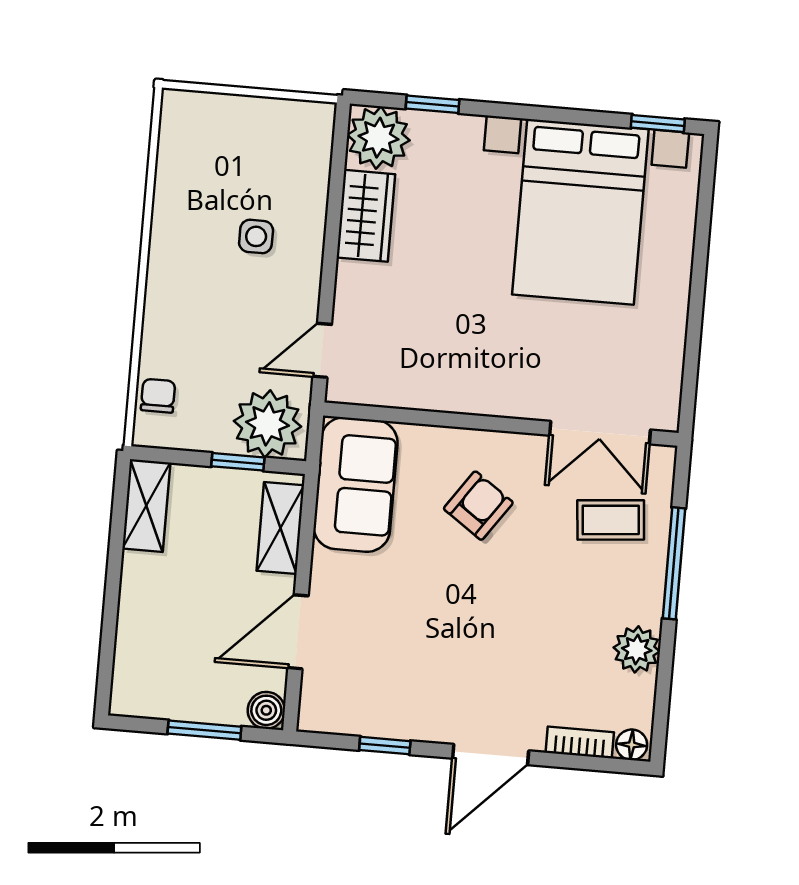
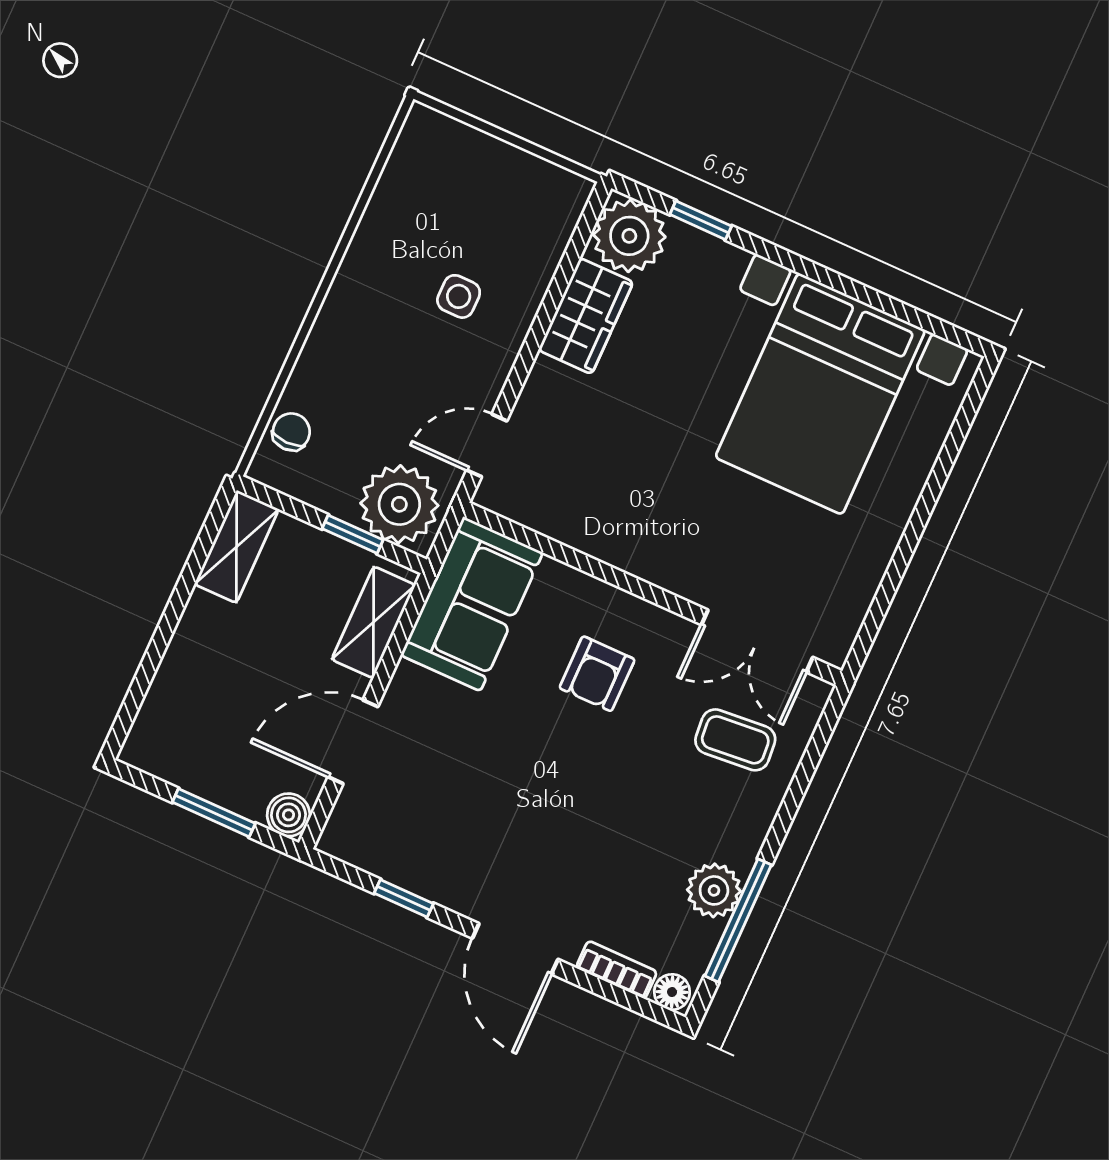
window: (658, 124) -> (938, 327), removed
armchair: (478, 506) -> (597, 674), turned 145
window: (674, 563) -> (738, 920), moved
door: (491, 755) -> (515, 949), hinge flipped

